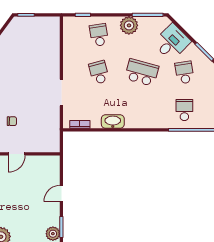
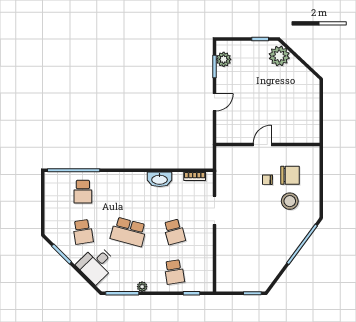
plant: (129, 25) -> (142, 287), width x0.53, depth x0.53

